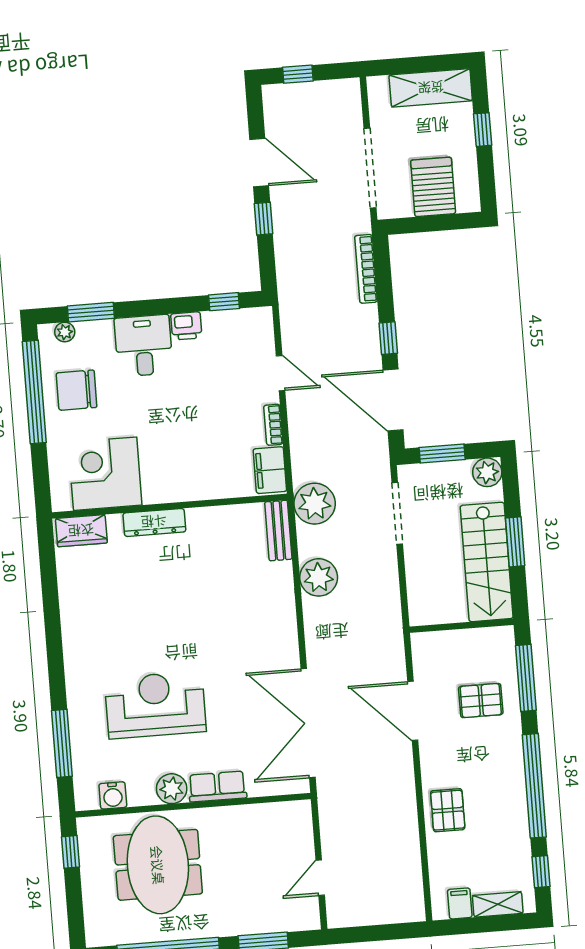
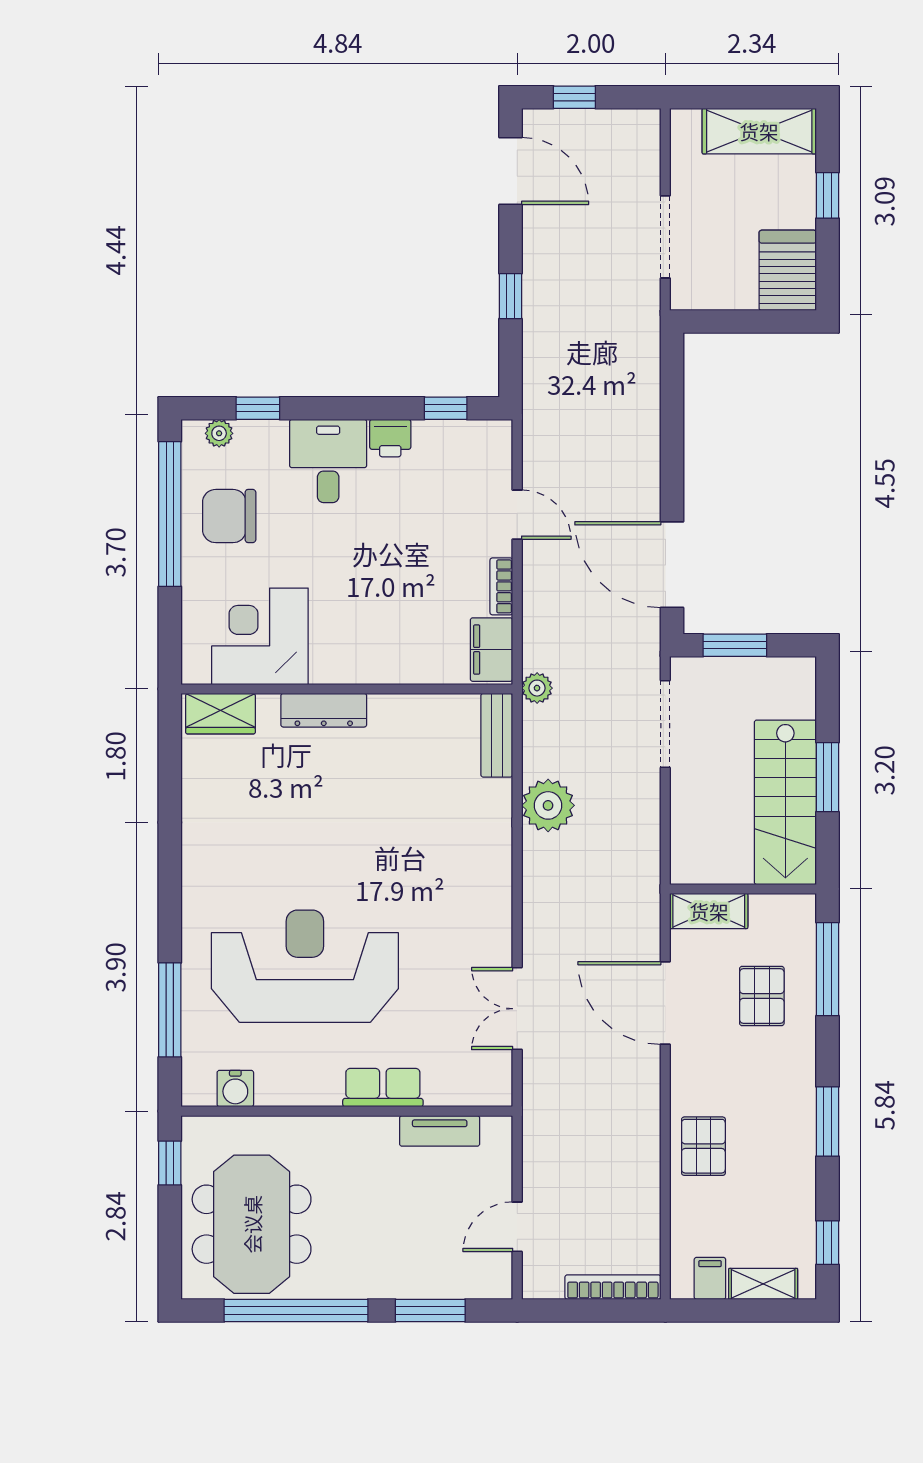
door: (259, 163) -> (510, 171), moved
doorway: (370, 168) -> (665, 237), width x0.73
server rack: (433, 187) -> (788, 270), moved
bookcase: (366, 269) -> (613, 1287), moved, turned 90
window: (91, 312) -> (258, 408), width x0.67
window: (388, 338) -> (672, 477), removed
plant: (487, 472) -> (796, 677), removed
plant: (315, 504) -> (537, 688), width x0.53, depth x0.53
shelving: (438, 643) -> (709, 911), added
pallet: (481, 701) -> (762, 996), turned 90
reception desk: (155, 705) -> (305, 966), width x1.36, depth x1.30
double door: (308, 723) -> (517, 1009), width x0.54
window: (534, 786) -> (828, 1121), width x0.47
plant: (172, 789) -> (319, 1086), removed
tv unit: (260, 814) -> (440, 1131), added
meeting table: (158, 865) -> (252, 1224), moved

